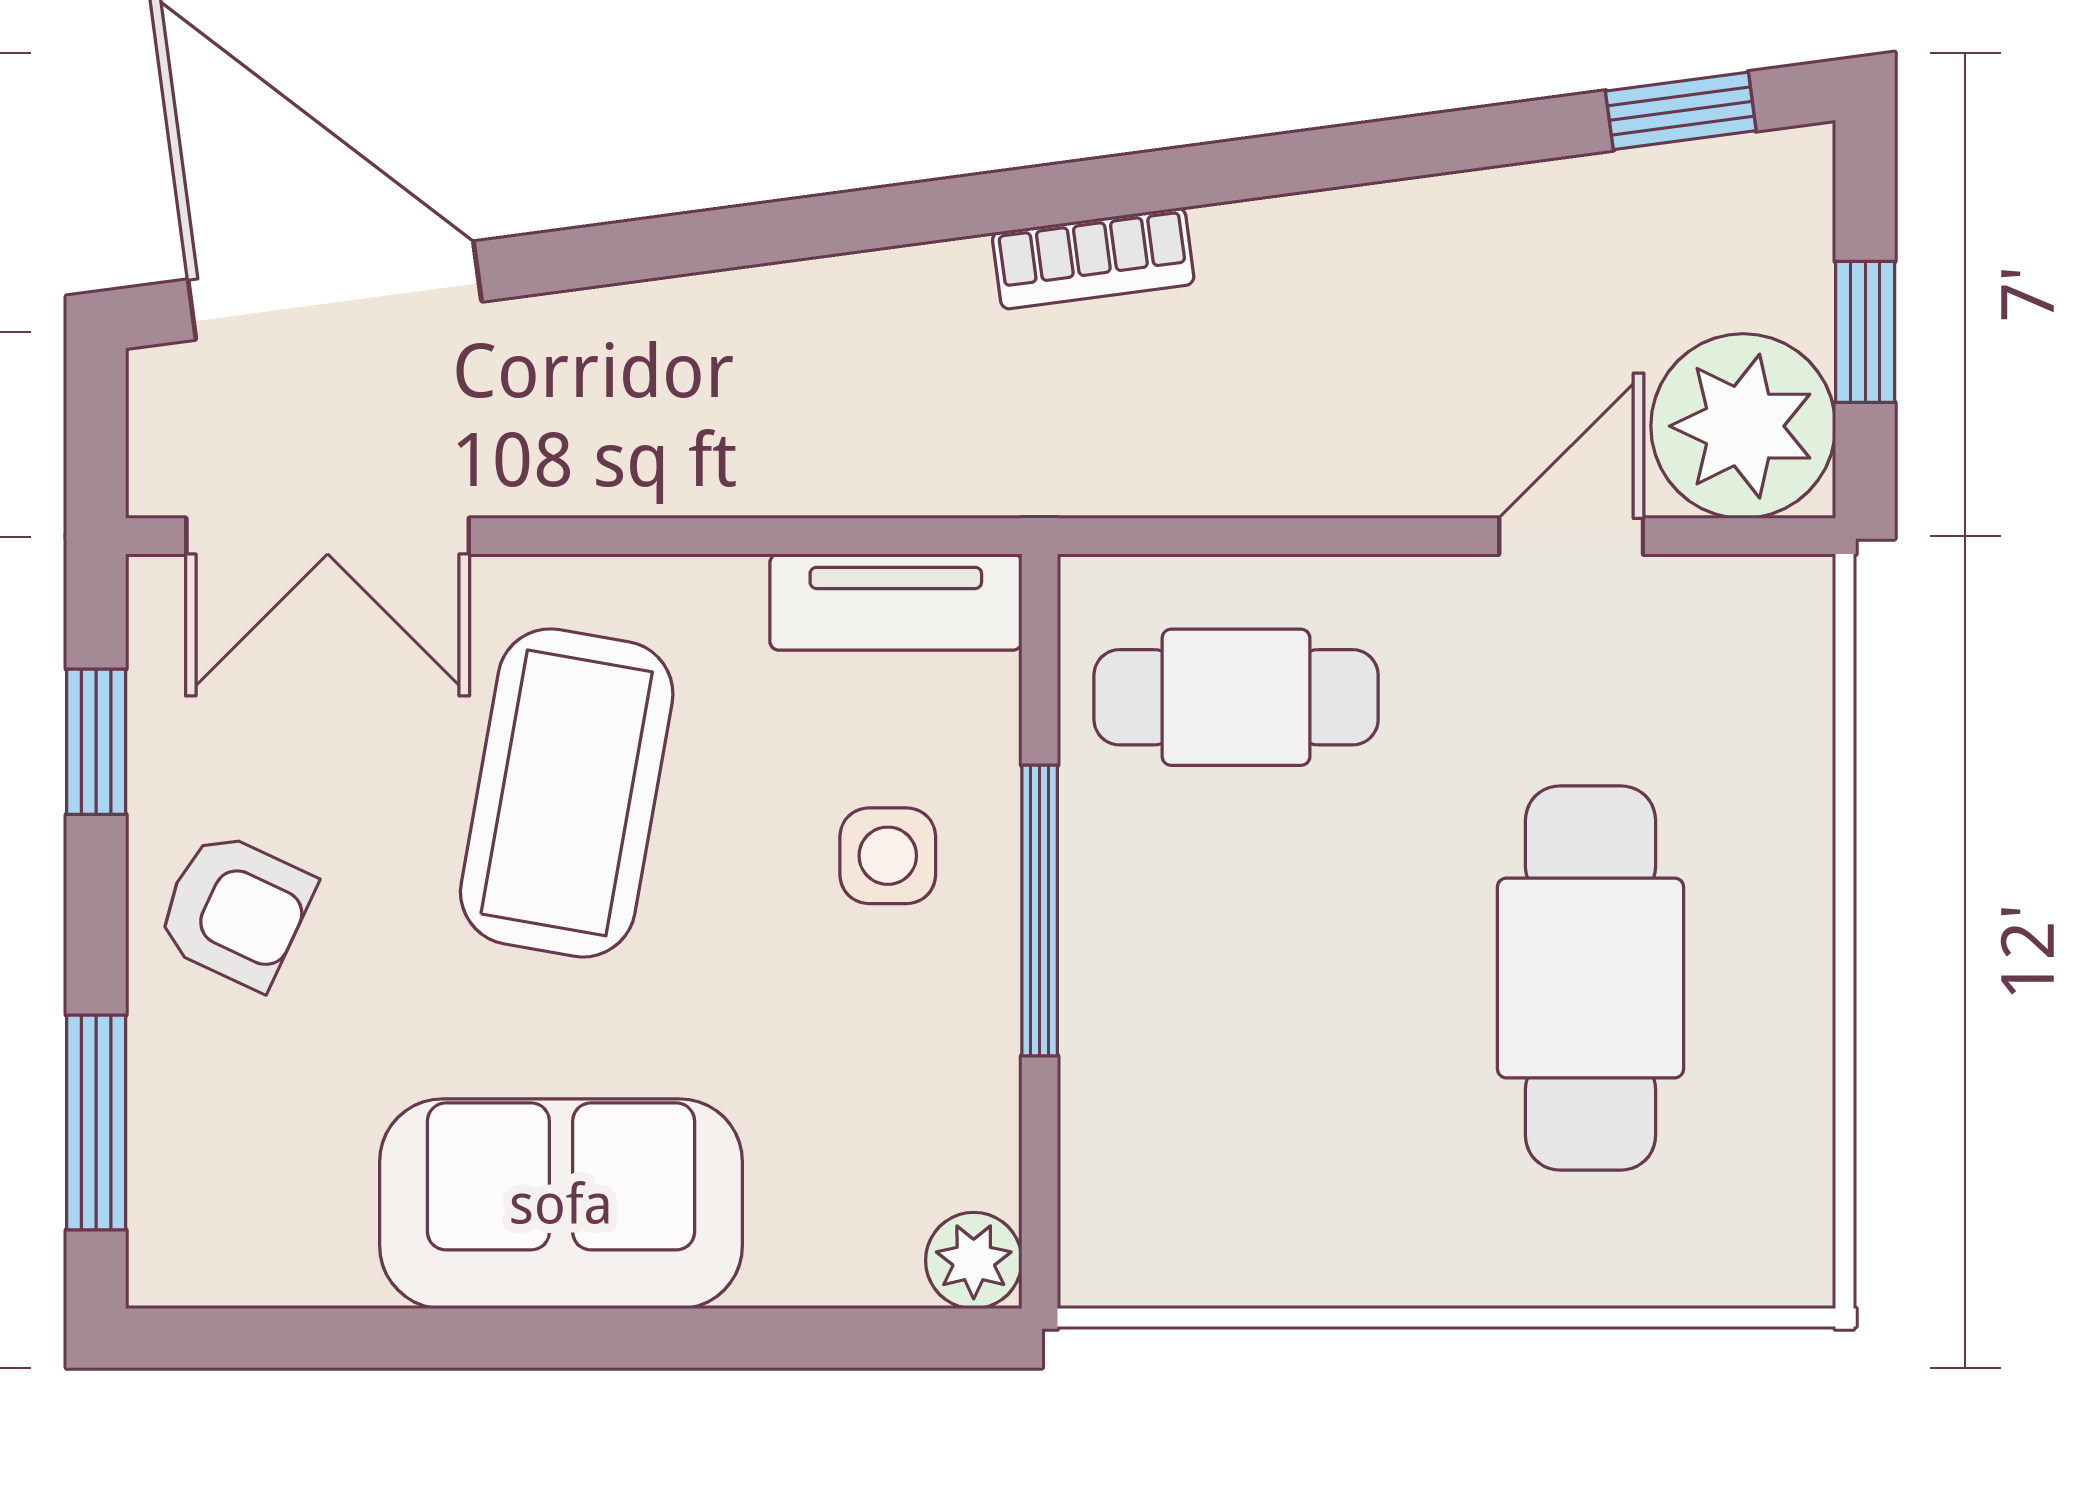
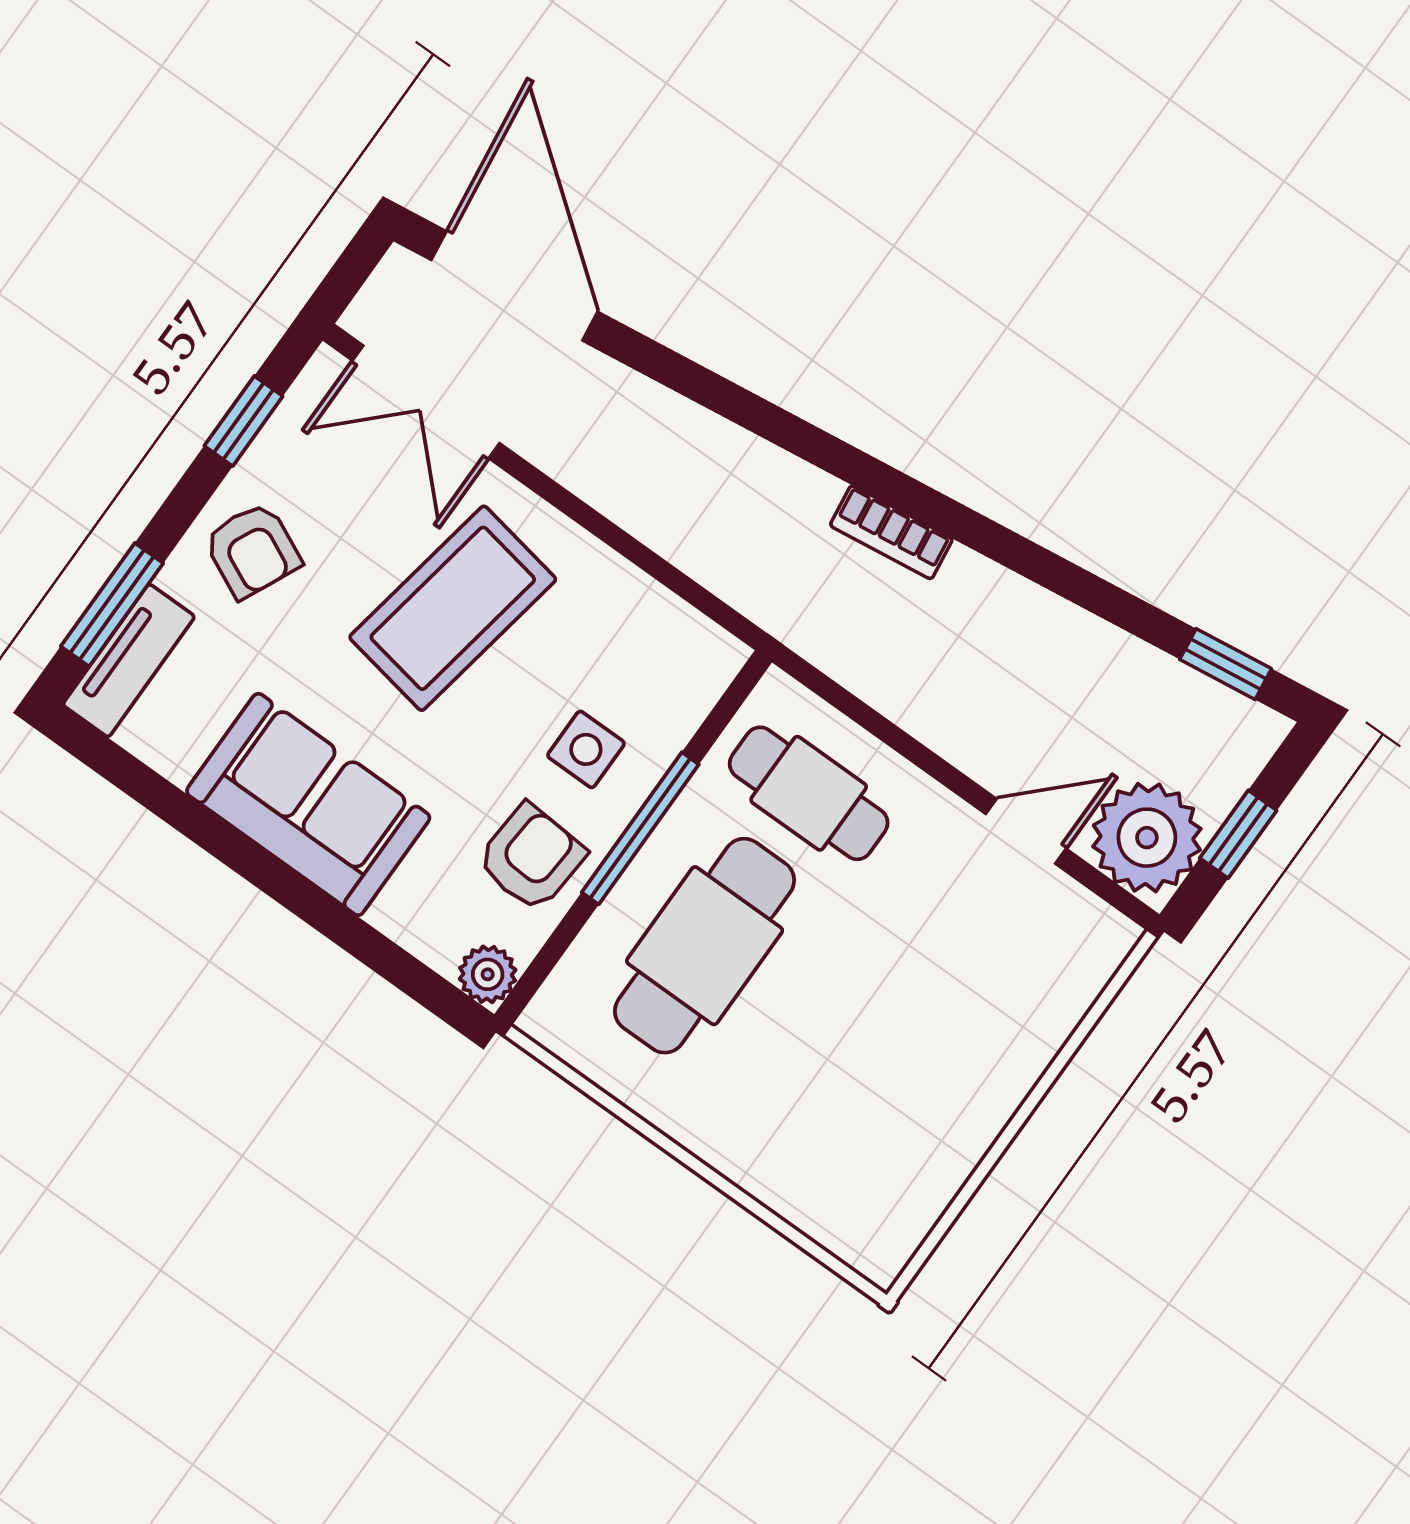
tv unit: (896, 602) -> (129, 661), moved, turned -90
cafe table: (1590, 978) -> (705, 946), moved
armchair: (919, 1058) -> (531, 858), added

